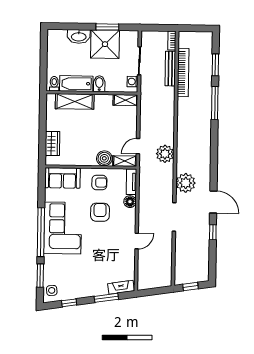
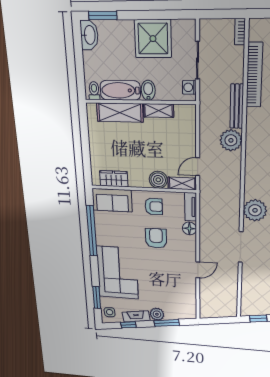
window: (107, 27) -> (103, 16), moved
washbasin: (79, 36) -> (89, 35), moved, turned -90
bench: (170, 69) -> (237, 106), moved
shelving: (125, 100) -> (159, 111), moved
wardrobe: (52, 144) -> (114, 179), moved, turned -90
plant: (165, 154) -> (231, 140), moved
corner sofa: (63, 228) -> (117, 273), moved
window: (41, 232) -> (92, 231), moved
fireplace: (121, 287) -> (136, 316), moved
plant: (97, 289) -> (157, 314), added

